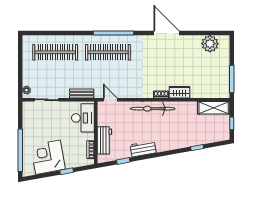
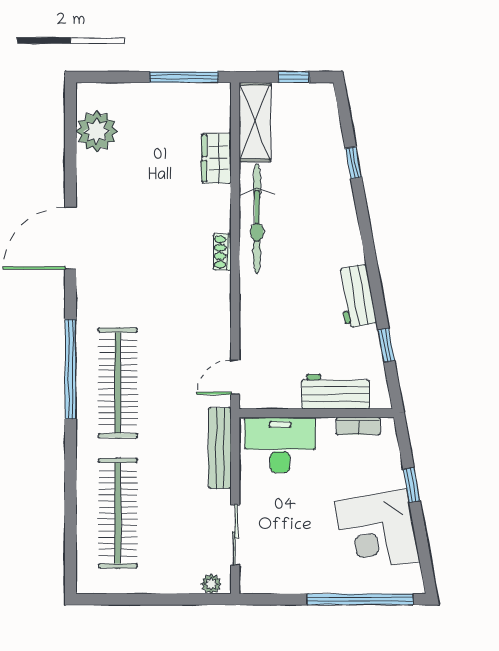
wardrobe: (179, 92) -> (217, 158), moved
bench: (82, 94) -> (220, 448), width x1.36
bicycle: (153, 109) -> (257, 219), moved

